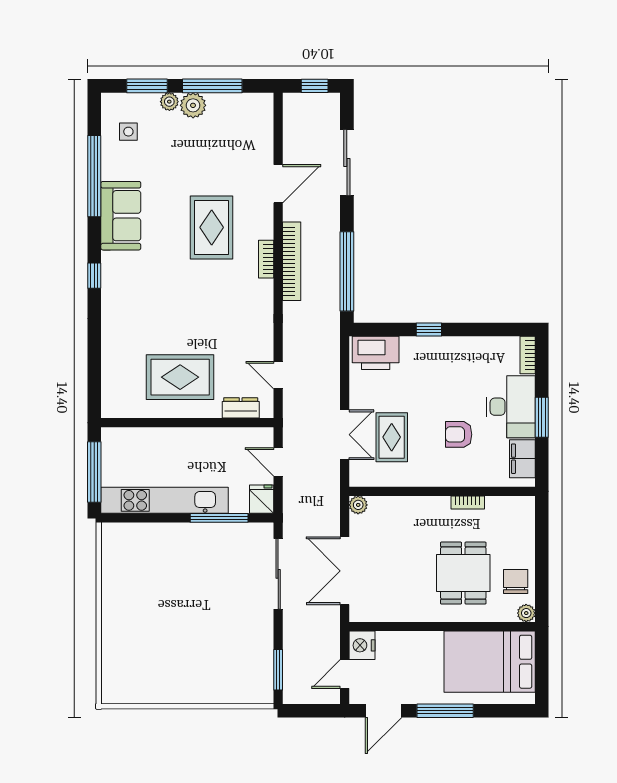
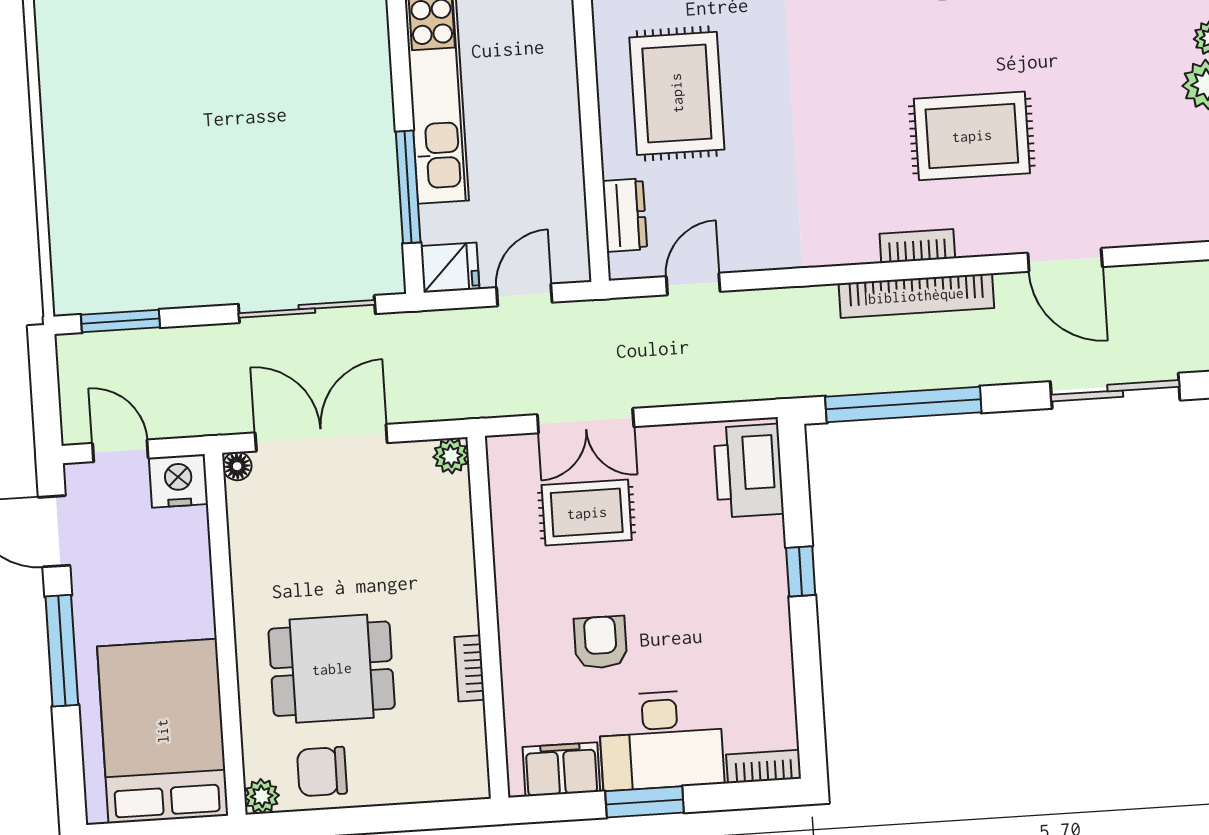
chair: (516, 581) -> (322, 772), turned 180
floor lamp: (356, 615) -> (237, 466), added

